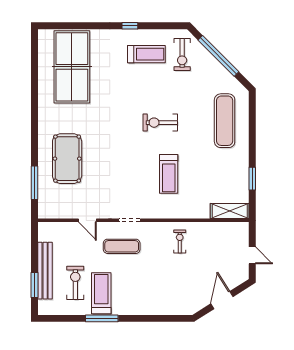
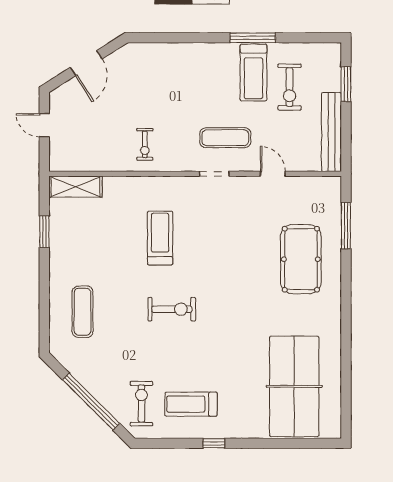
exercise mat: (225, 121) -> (83, 312), width x0.73, depth x0.69
bench: (45, 271) -> (331, 132), moved

